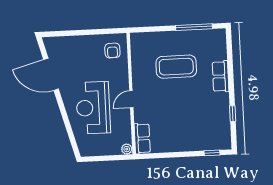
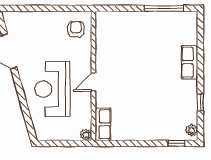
armchair: (112, 51) -> (76, 29), turned 180
coffee table: (176, 67) -> (143, 50), removed
plant: (226, 140) -> (192, 130), added

